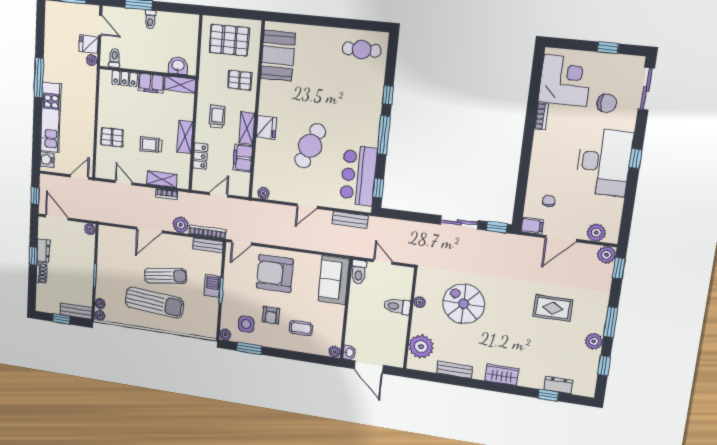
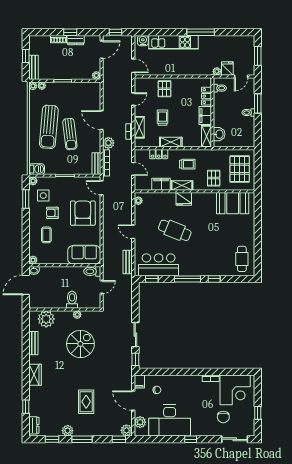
desk: (604, 162) -> (170, 421), moved
barbecue: (212, 286) -> (37, 169), moved
dresser: (558, 385) -> (34, 425), moved

